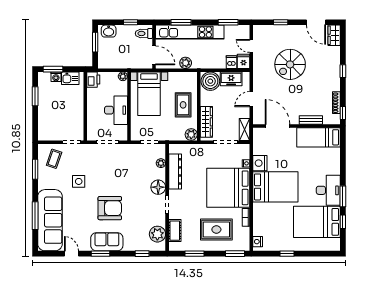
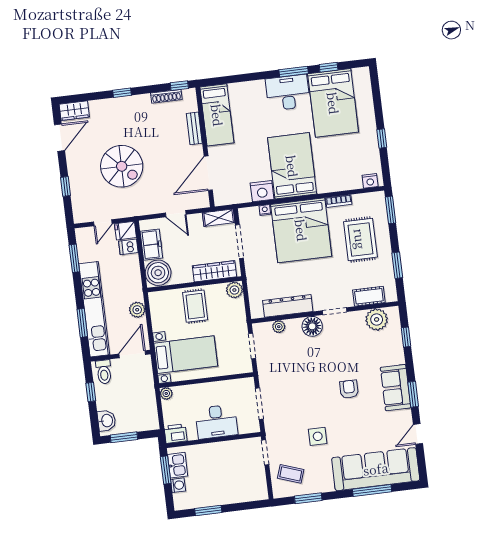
window: (53, 69) -> (166, 470), moved
rug: (183, 105) -> (195, 306), turned 90
desk: (116, 110) -> (217, 422), moved, turned 180
armchair: (110, 208) -> (349, 389), width x0.53, depth x0.53

